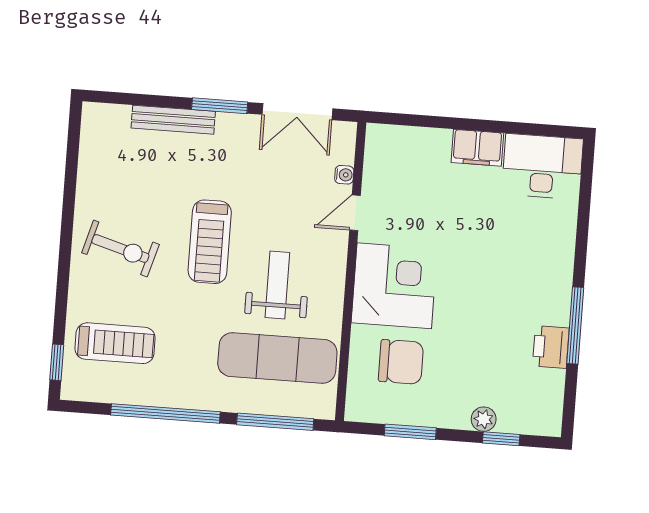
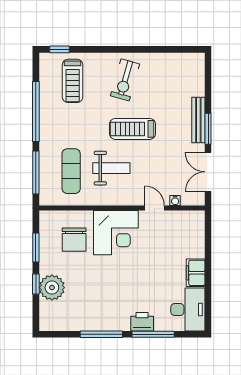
bench: (173, 120) -> (198, 120), moved
window: (582, 232) -> (153, 334), added
printer: (551, 347) -> (142, 322), moved
exercise mat: (277, 358) -> (71, 171), width x0.73, depth x0.69
plant: (484, 419) -> (52, 288), width x1.87, depth x1.87
window: (501, 439) -> (36, 284), moved

